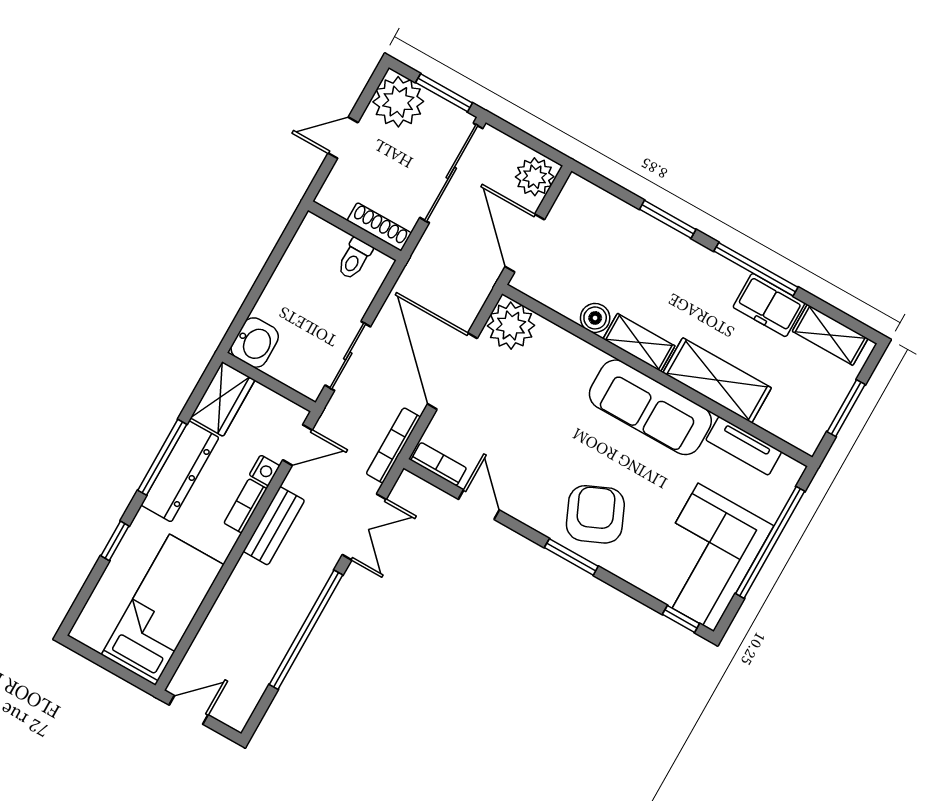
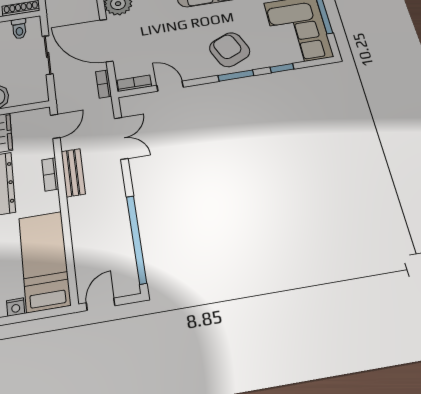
sliding door: (348, 356) -> (48, 55), moved
bookcase: (393, 445) -> (104, 84), width x0.64
nightstand: (265, 470) -> (16, 307), moved, turned 90
window: (681, 619) -> (282, 68), moved
window: (306, 630) -> (136, 239), moved

